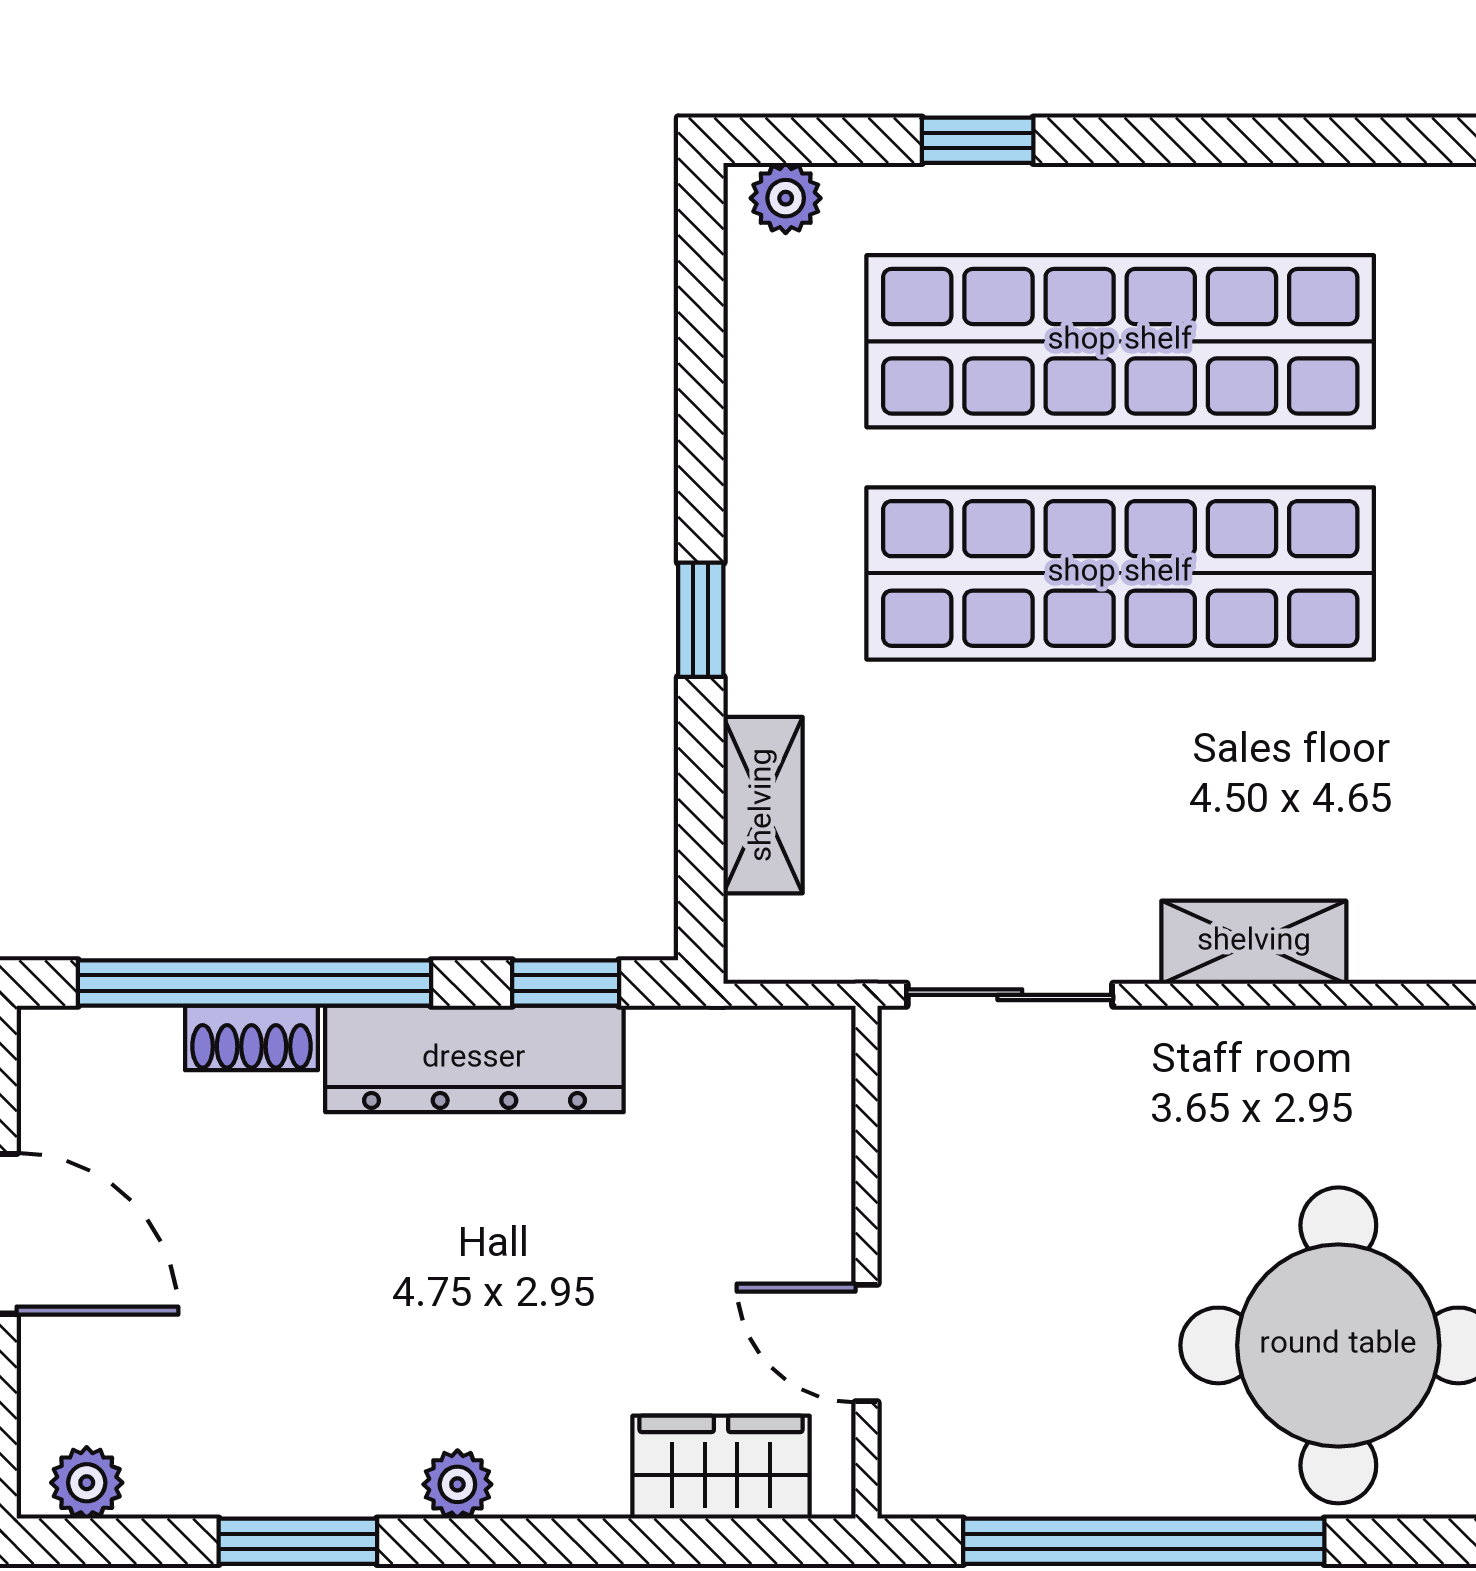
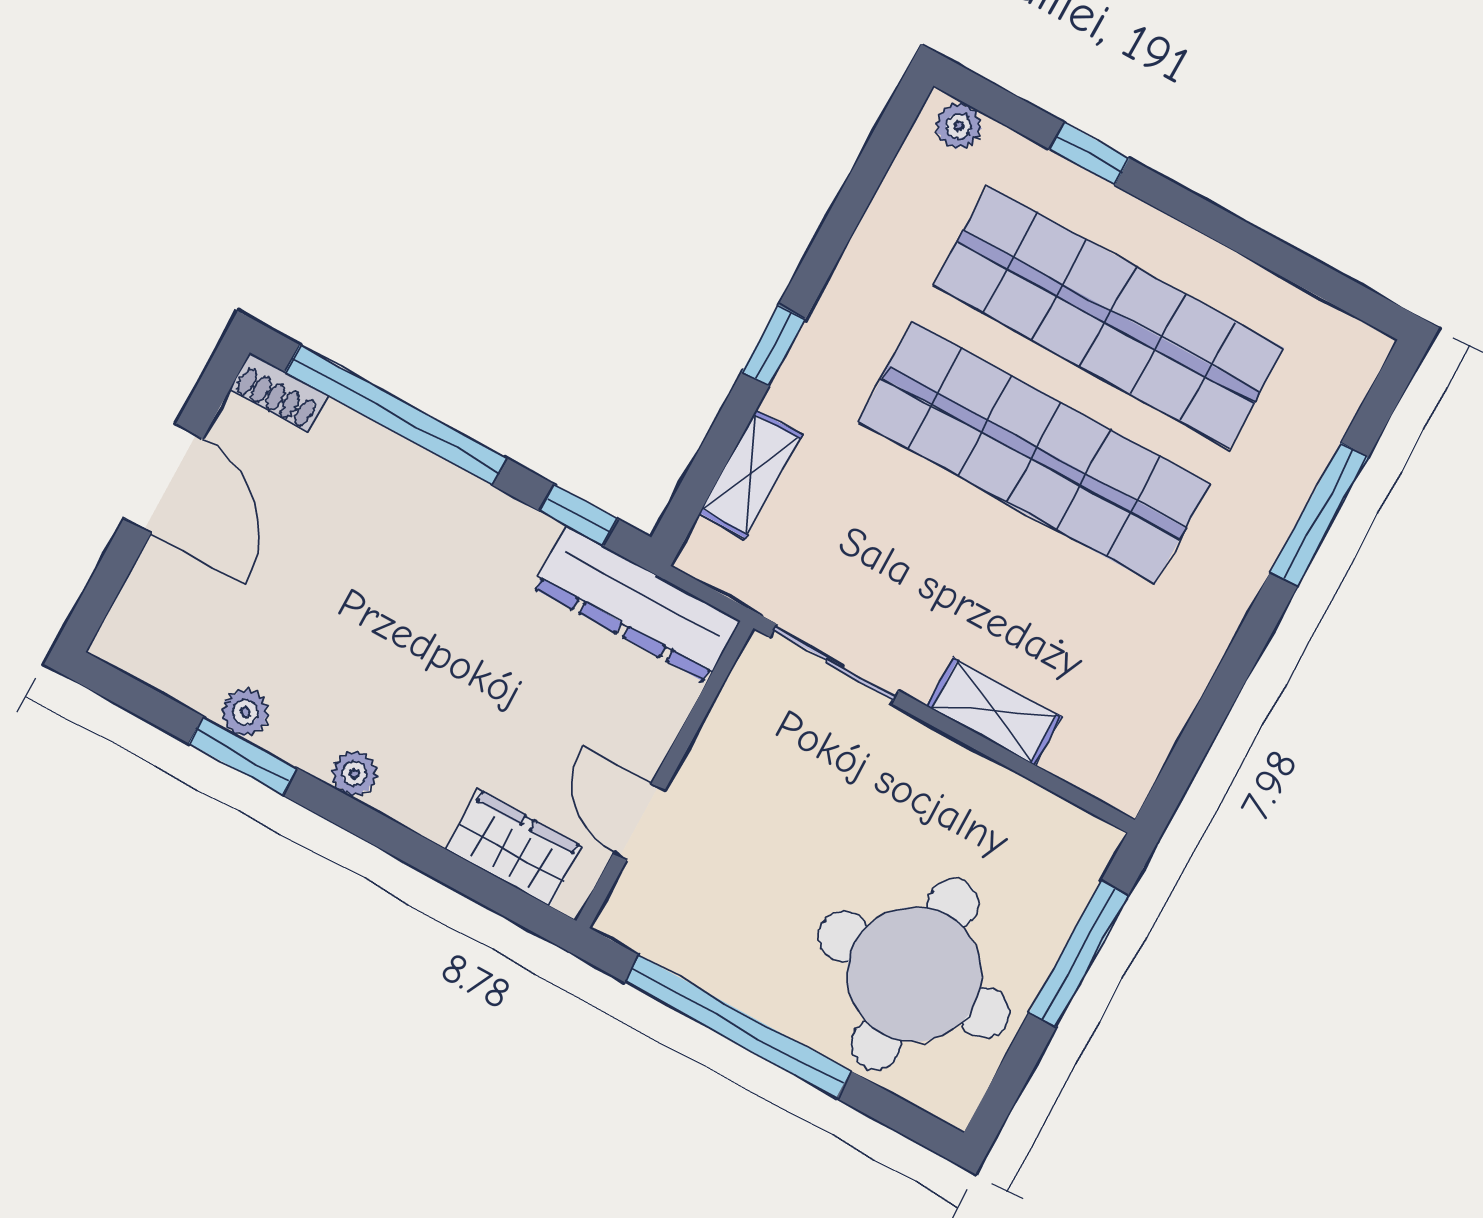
shoe rack: (252, 1038) -> (278, 392), moved
dresser: (474, 1059) -> (636, 604), moved
plant: (87, 1483) -> (245, 713), moved

